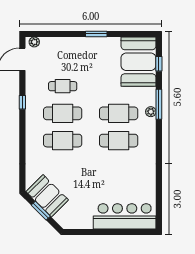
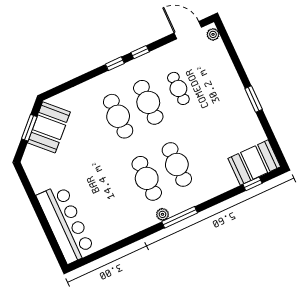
booth: (138, 62) -> (254, 163), width x0.73, depth x0.70
window: (159, 104) -> (180, 217), moved
plant: (151, 112) -> (162, 214), moved
window: (22, 125) -> (115, 64), added

